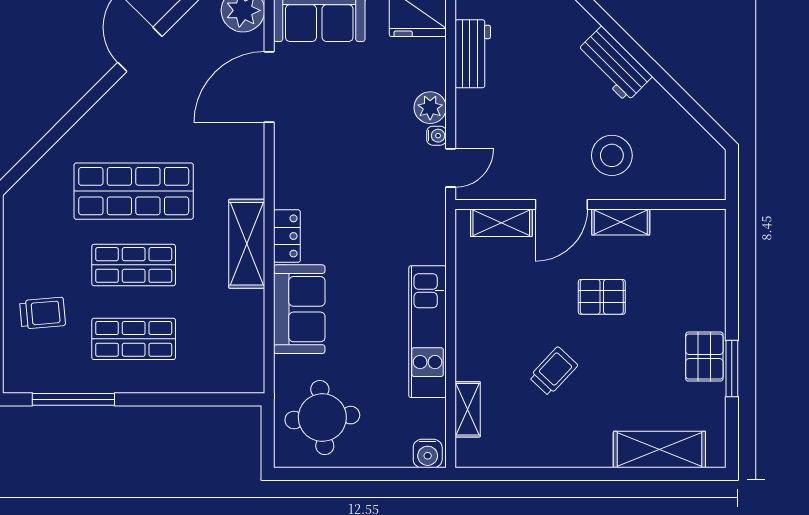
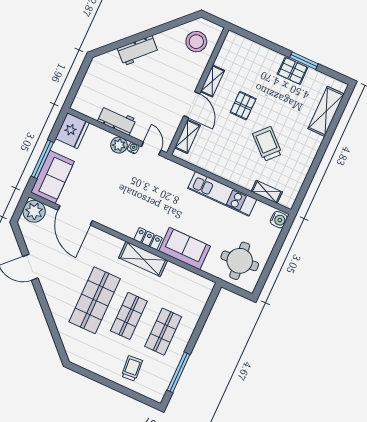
workbench: (473, 54) -> (117, 120), moved
stool: (612, 155) -> (196, 42), moved
trolley: (553, 371) -> (267, 144), width x1.36, depth x1.39

